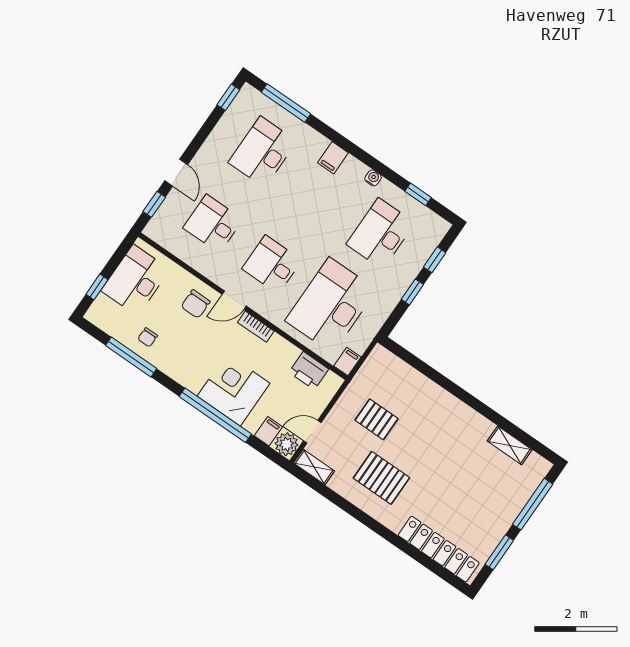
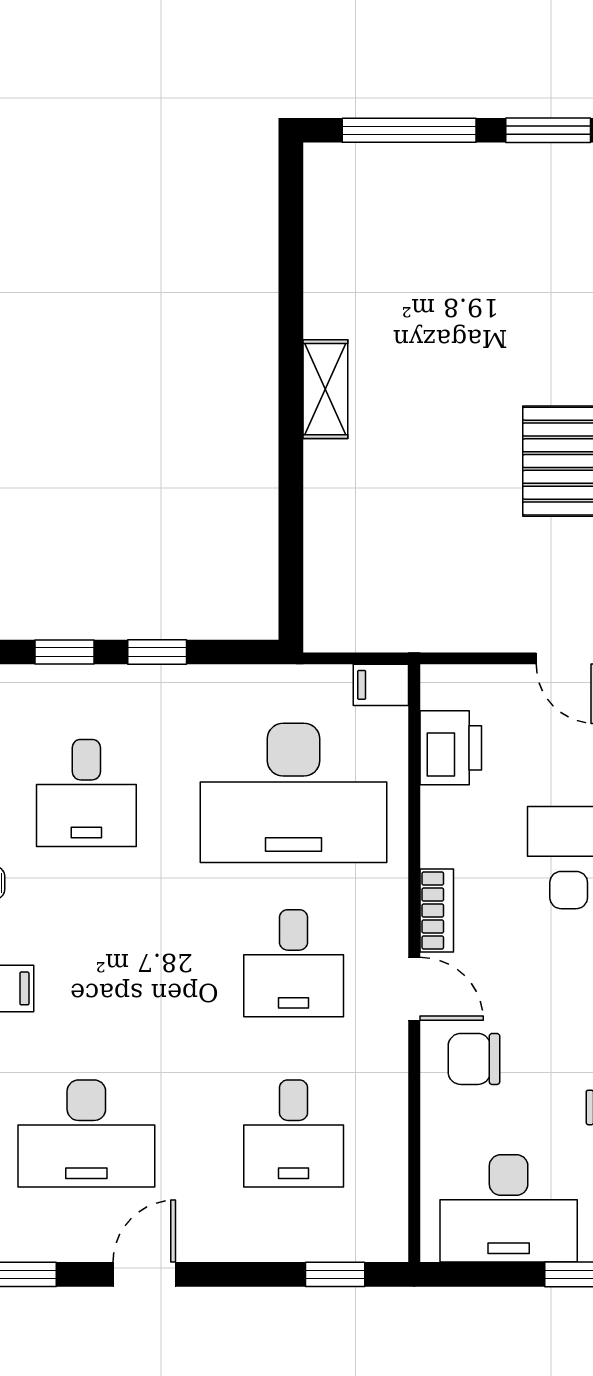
door: (176, 173) -> (144, 1274), moved
desk: (381, 234) -> (86, 793), width x0.73
chair: (196, 304) -> (474, 1059), turned 180
pallet: (376, 419) -> (455, 550), removed
shelving: (510, 445) -> (325, 389), moved

